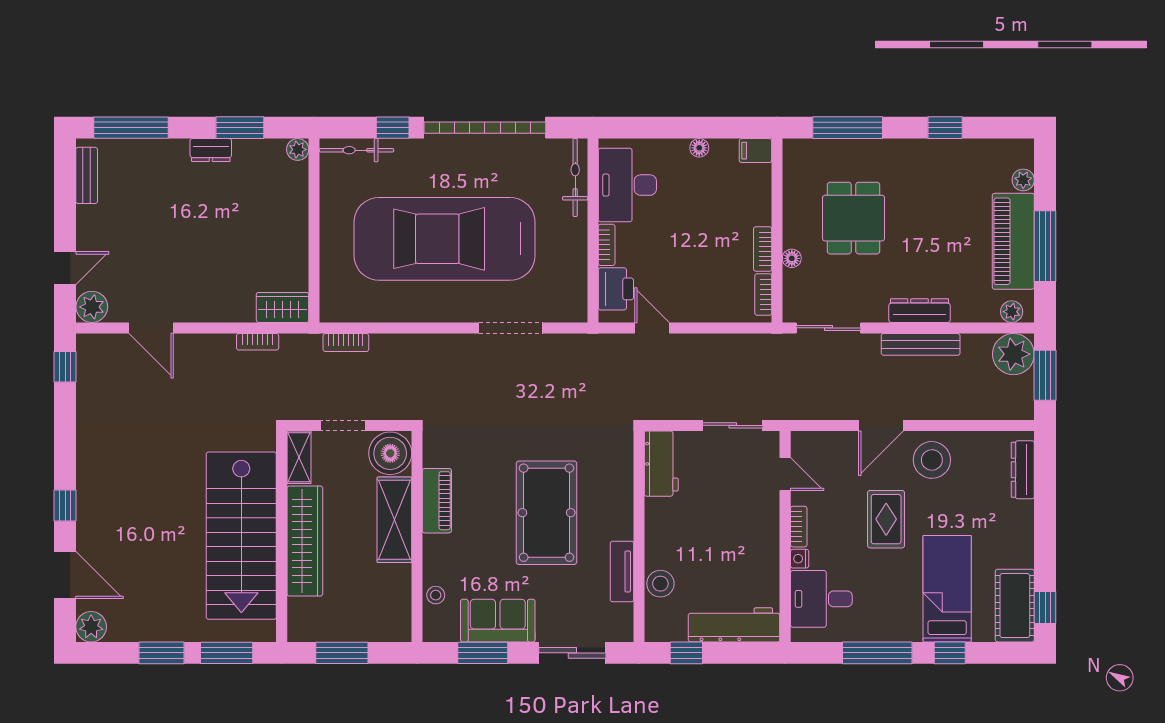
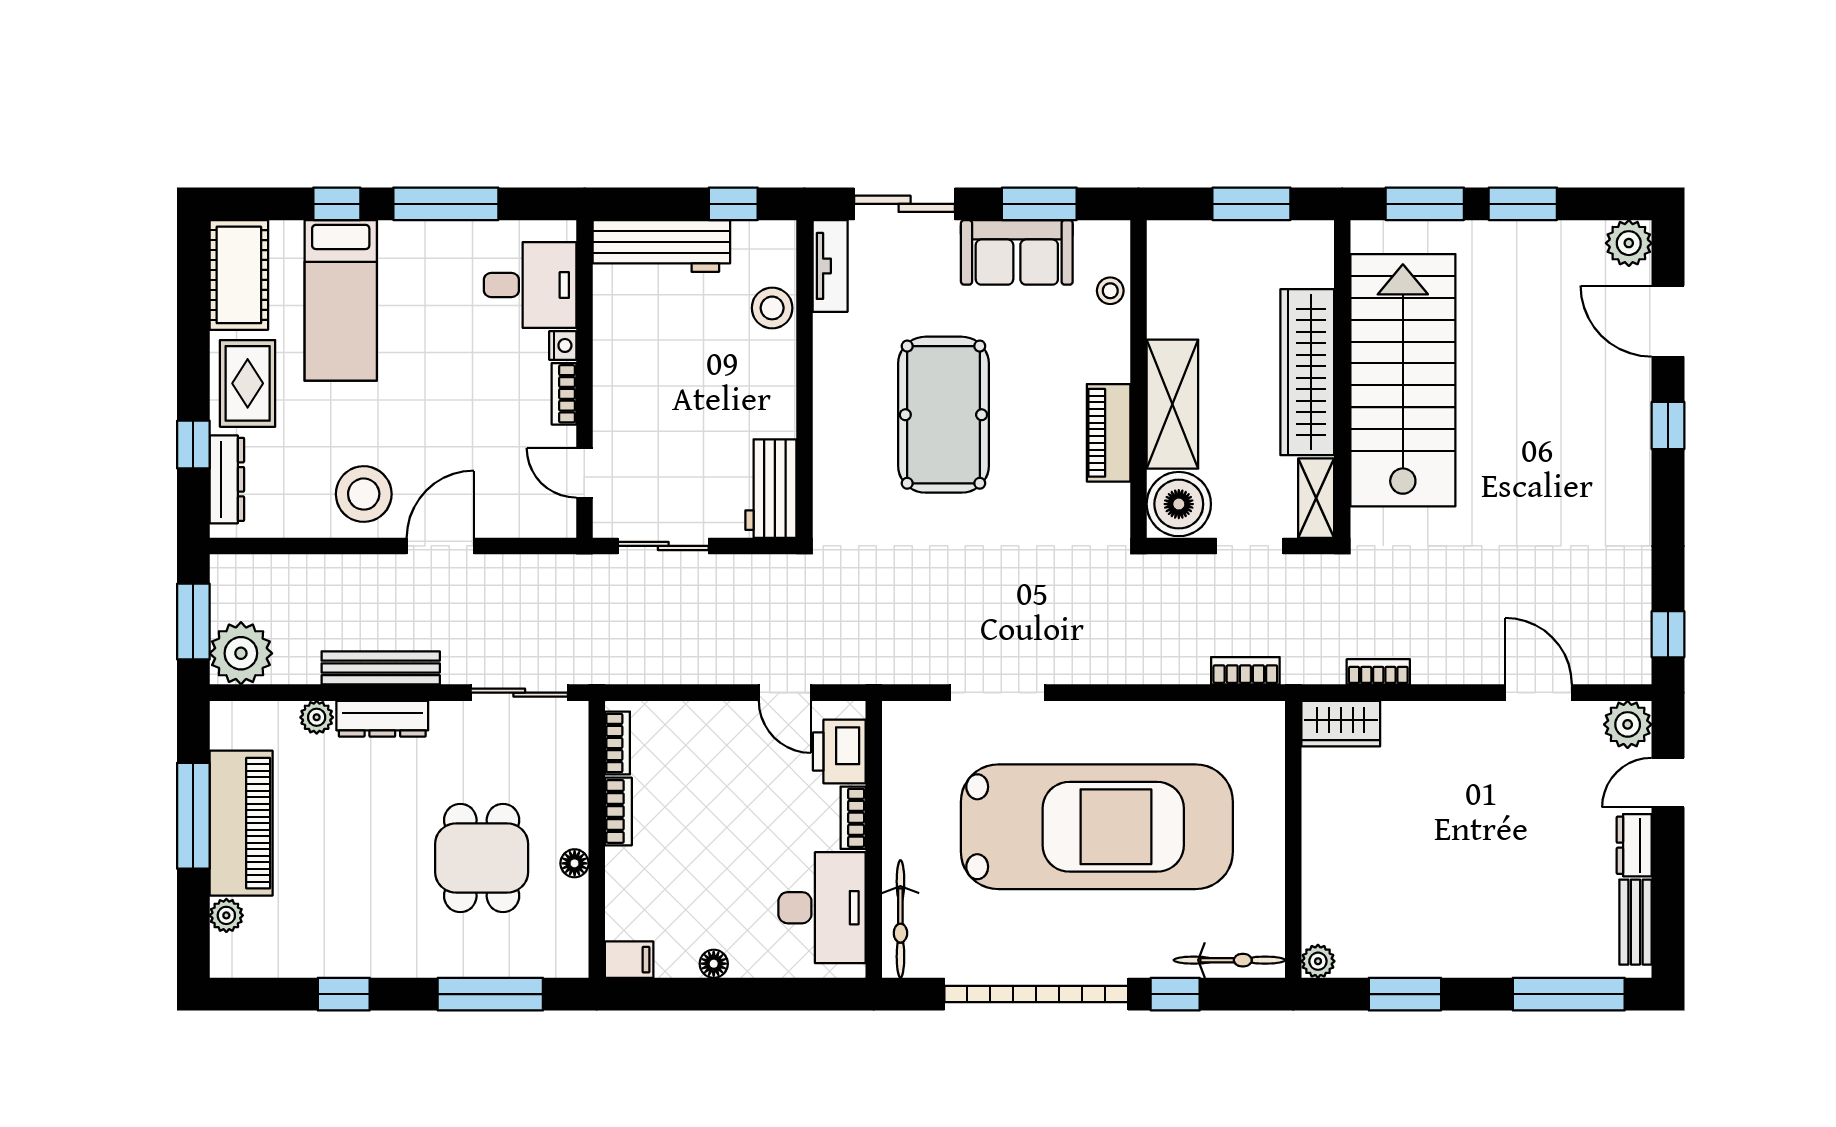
dresser: (211, 150) -> (1634, 845), moved, turned -90
floor lamp: (792, 258) -> (575, 863), moved
plant: (1012, 312) -> (317, 717), moved
rug: (886, 519) -> (248, 383), moved
tv unit: (622, 571) -> (830, 266), moved
window: (1045, 607) -> (193, 445), moved

